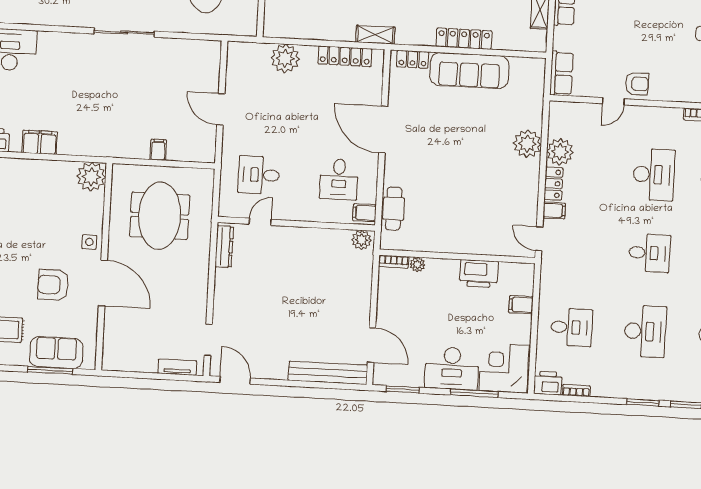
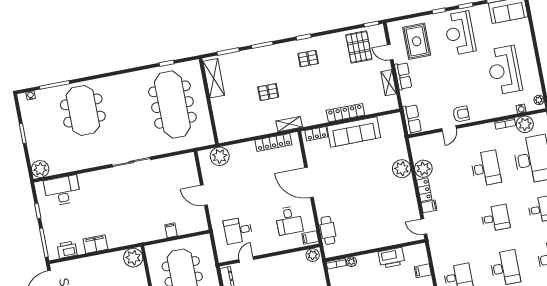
plant: (285, 58) -> (220, 156), moved

